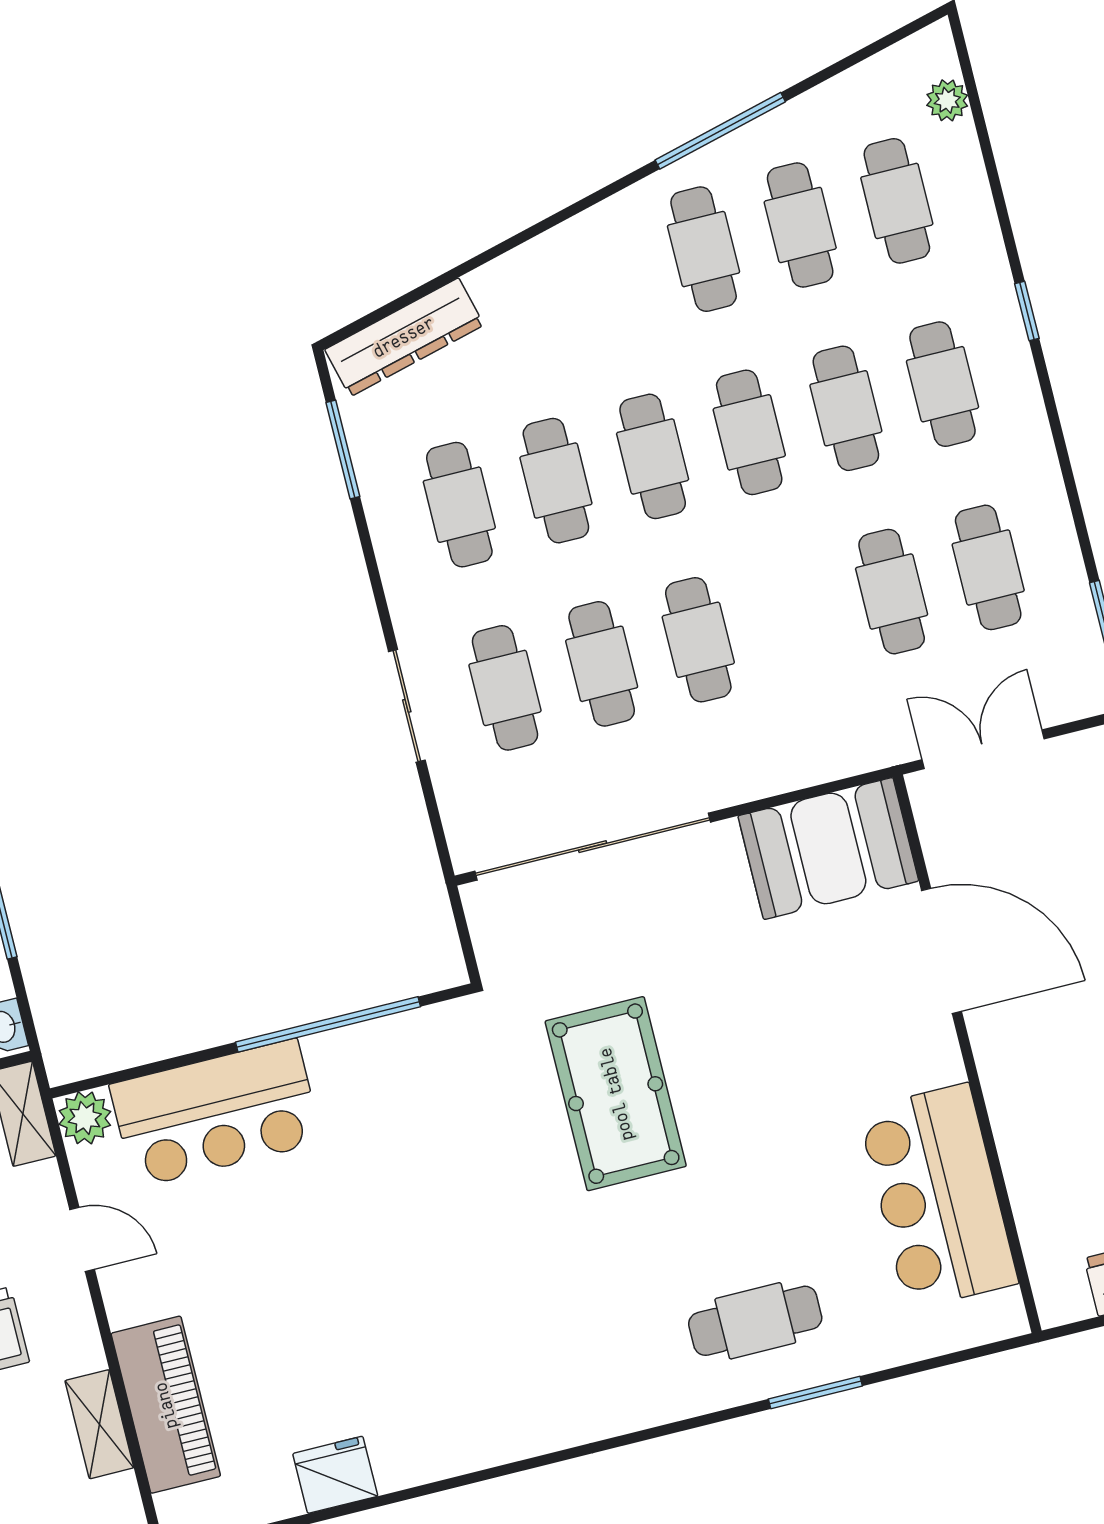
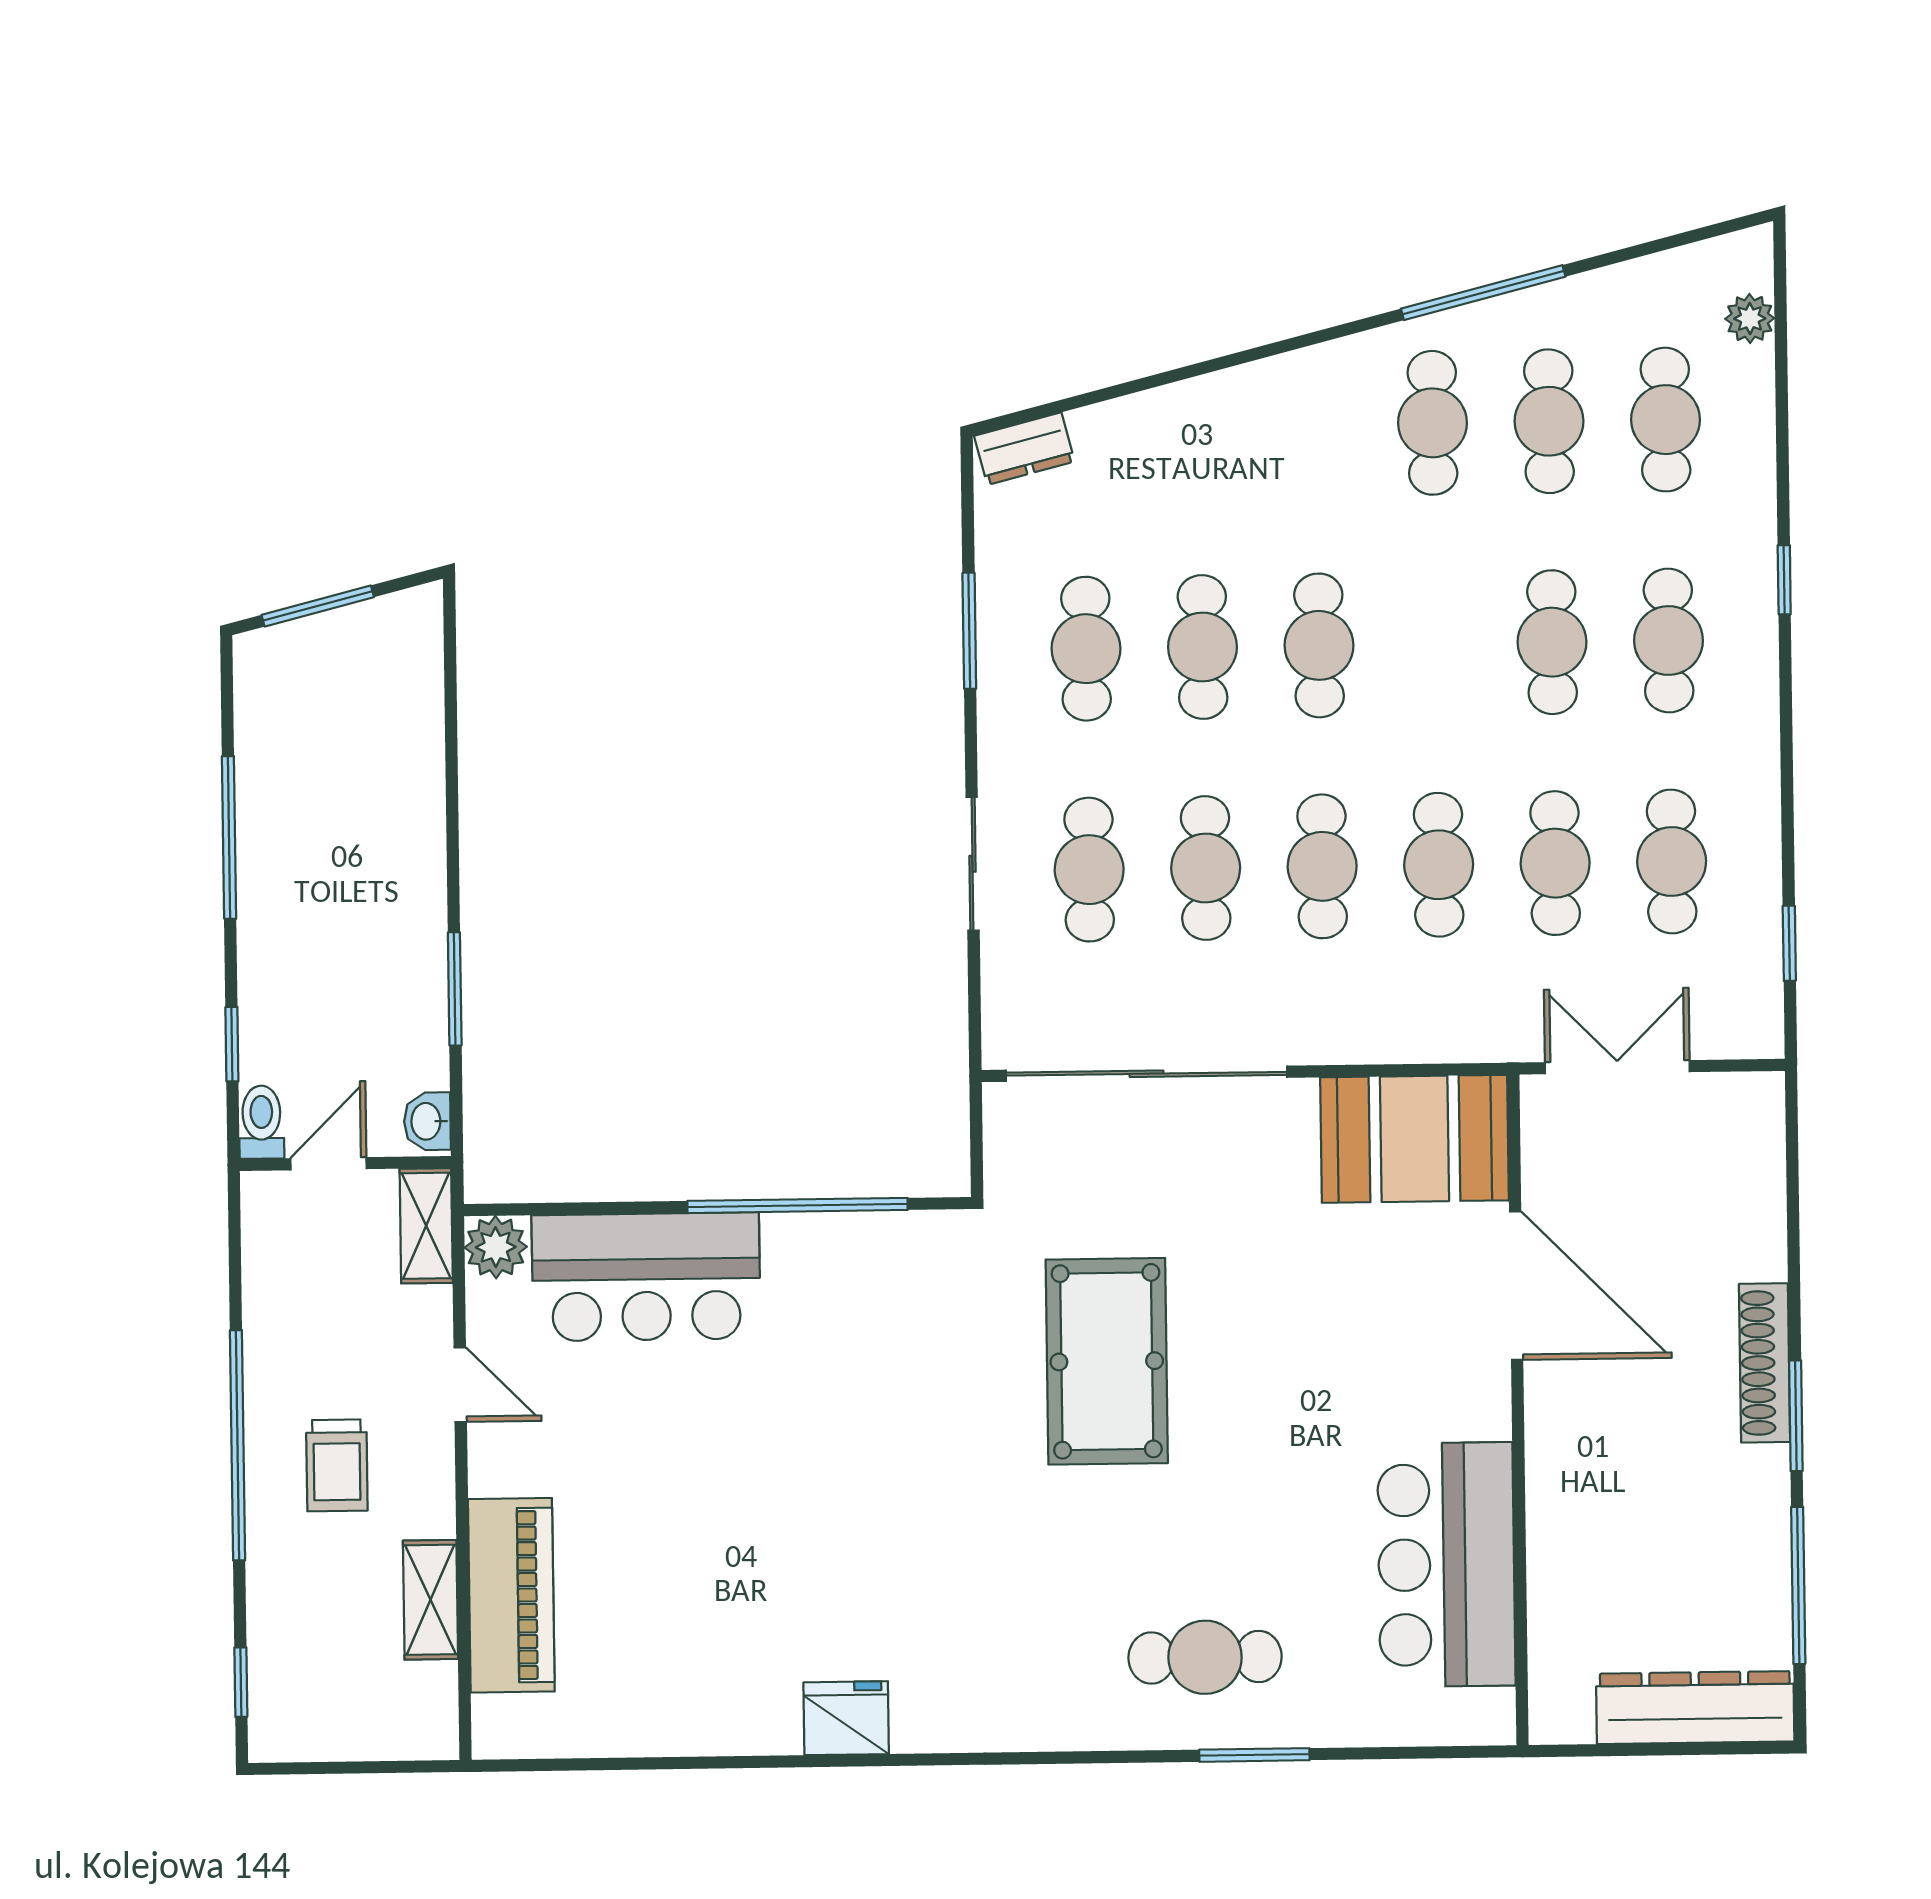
dresser: (404, 337) -> (1024, 449), width x0.51, depth x0.80
cafe table: (749, 432) -> (1439, 865), moved
window: (343, 449) -> (969, 631), moved
fridge: (335, 1475) -> (846, 1718), moved

